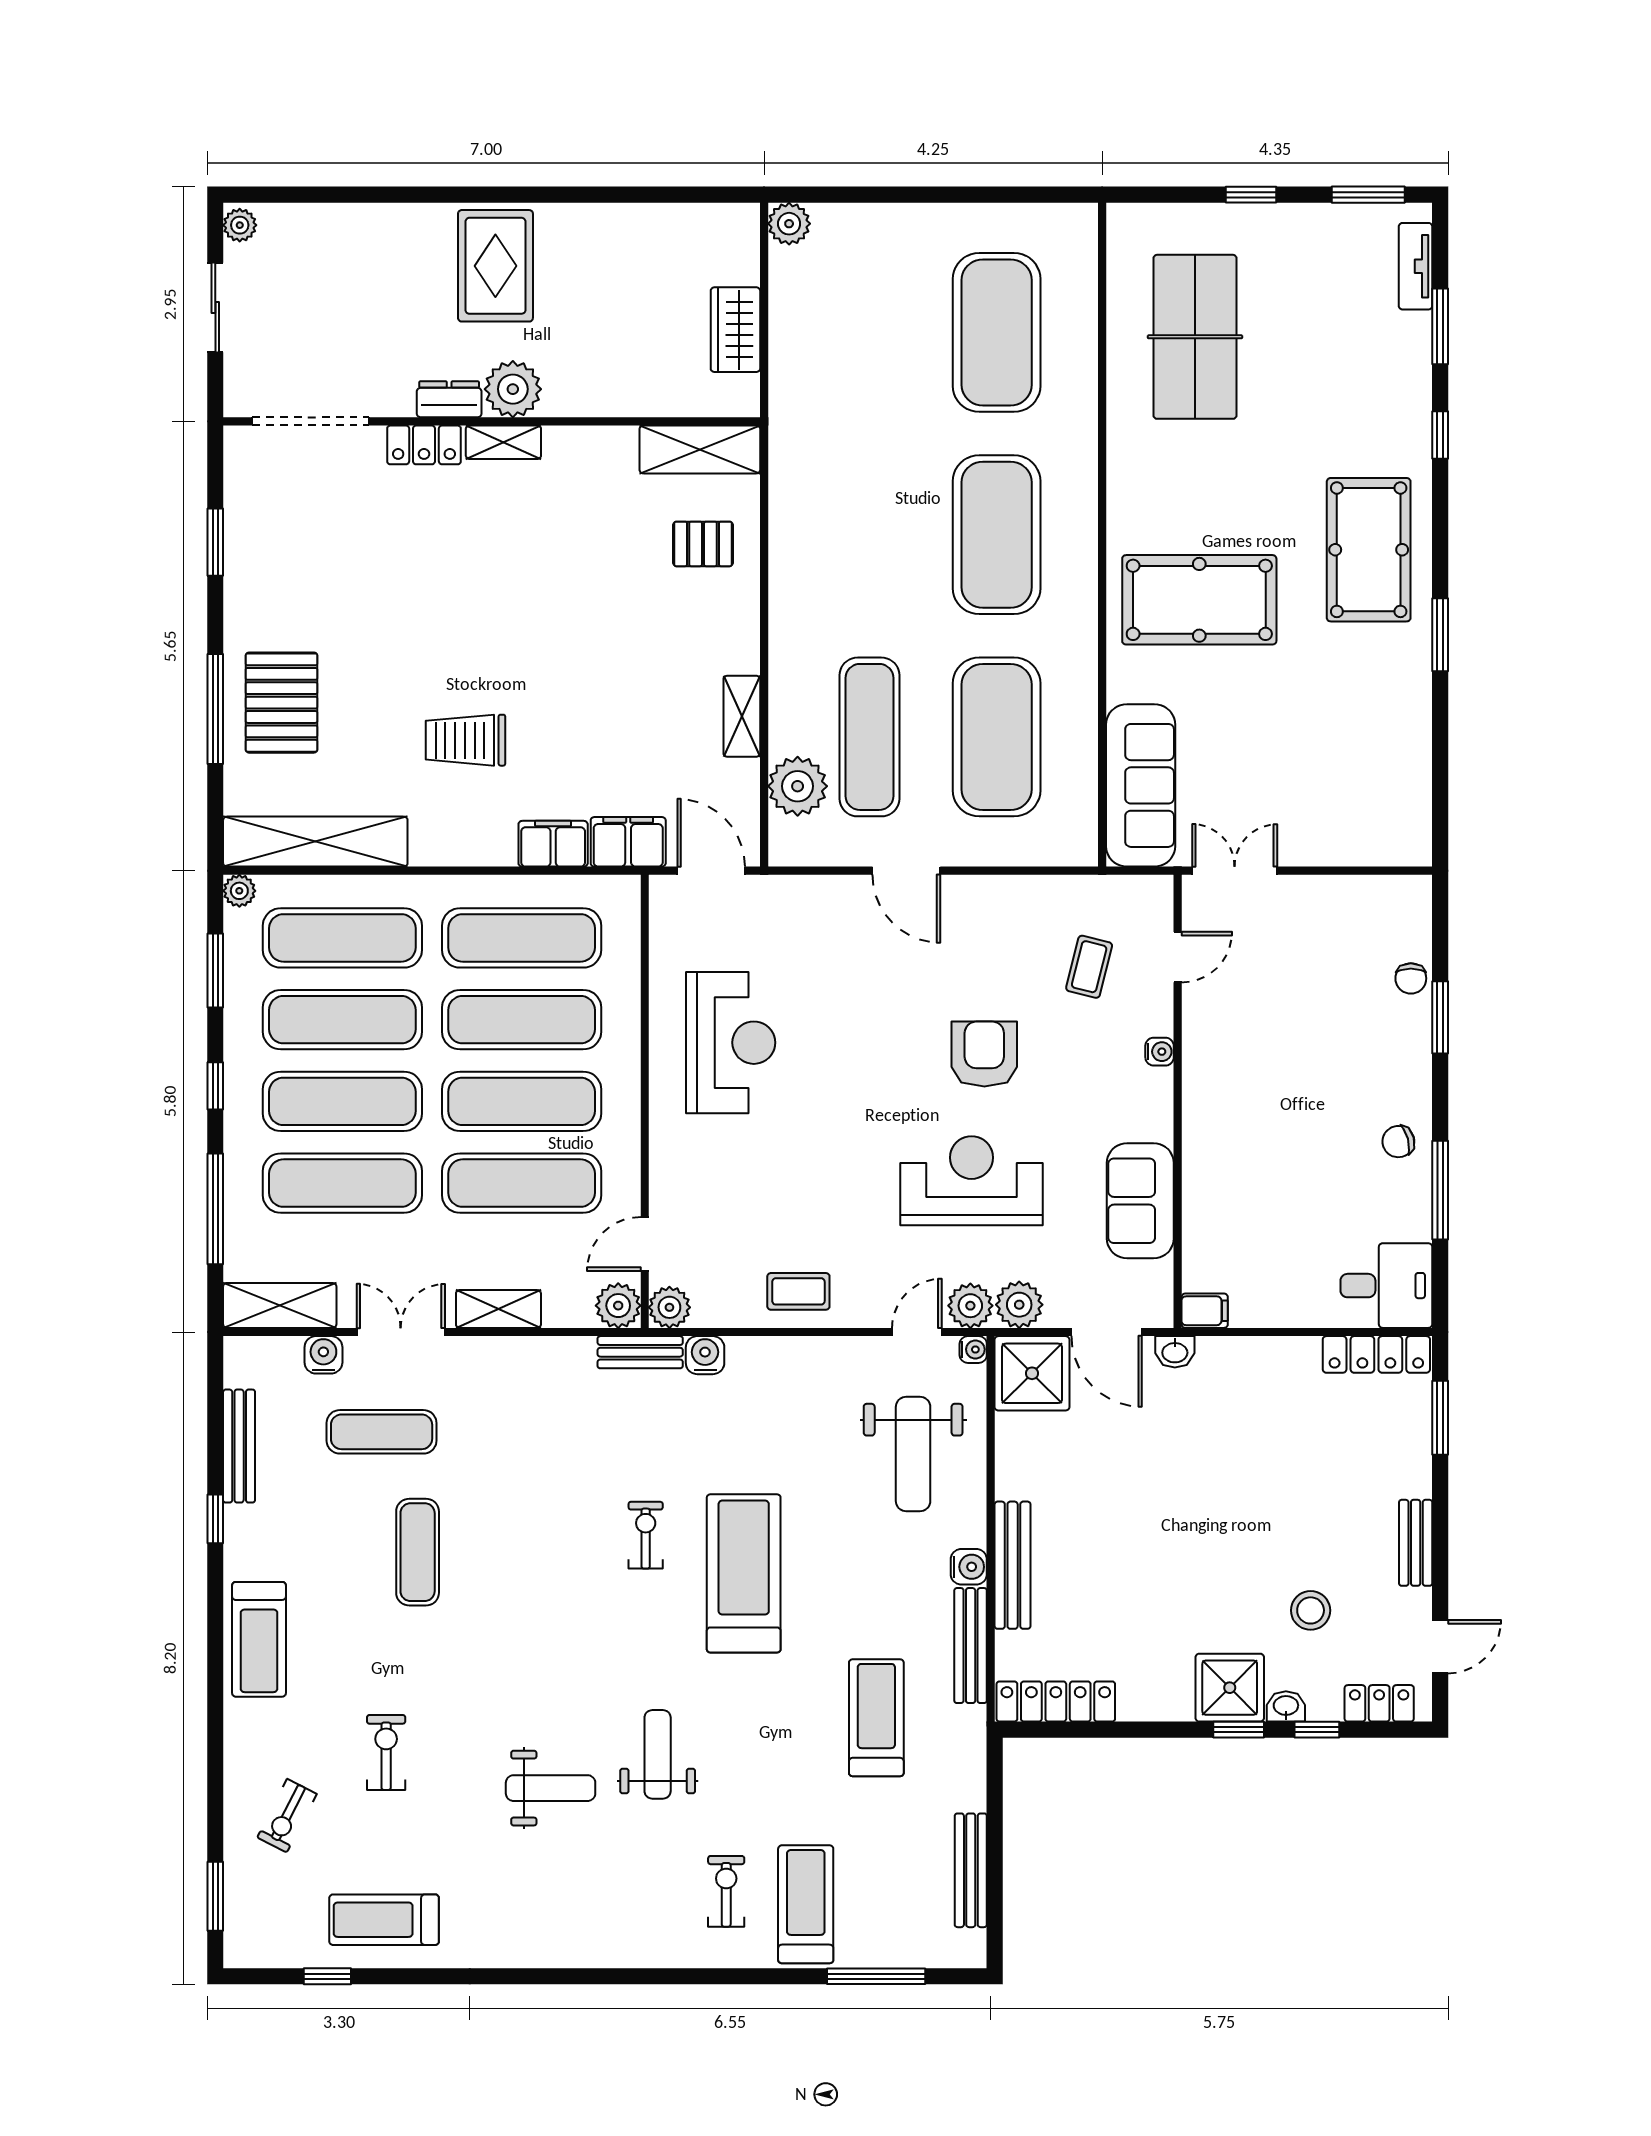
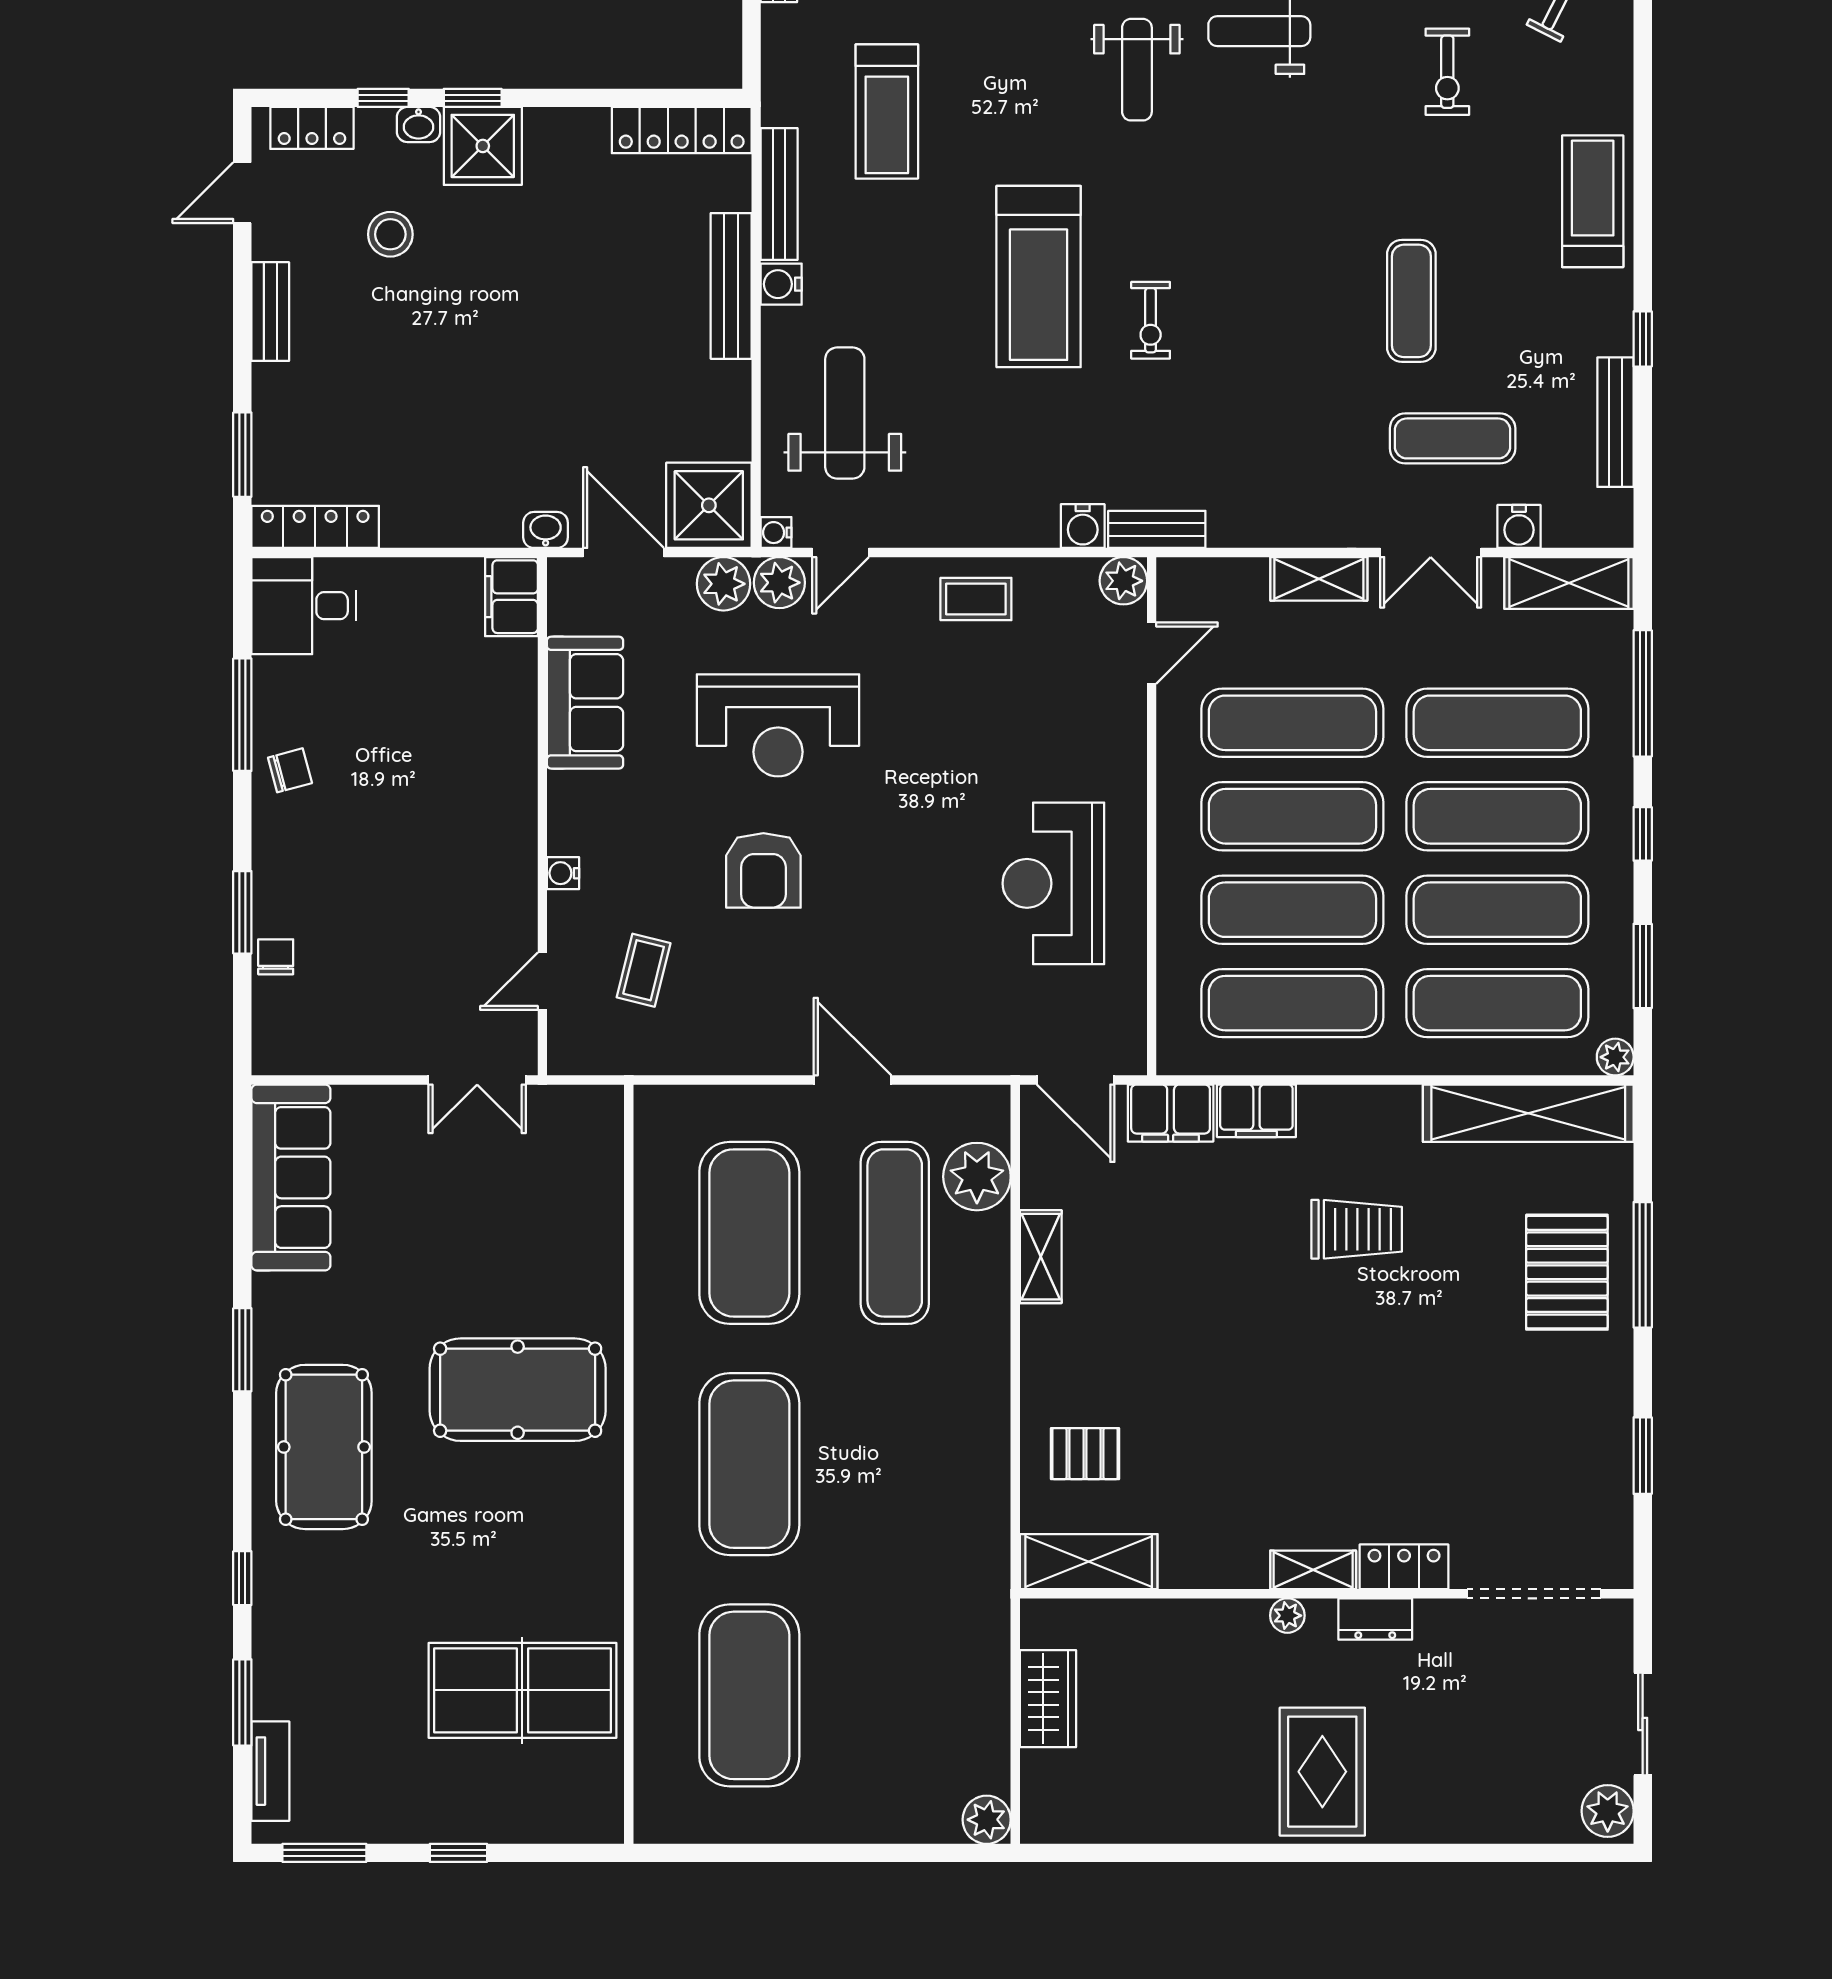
plant: (240, 225) -> (1608, 1811), width x1.38, depth x1.38
table tennis table: (1195, 337) -> (522, 1690), turned 90
plant: (513, 389) -> (1287, 1616), width x0.53, depth x0.53
sofa: (1141, 785) -> (291, 1177), moved, turned 180
plant: (618, 1306) -> (1182, 583), removed
filing cabinet: (1205, 1311) -> (511, 597), width x2.00

